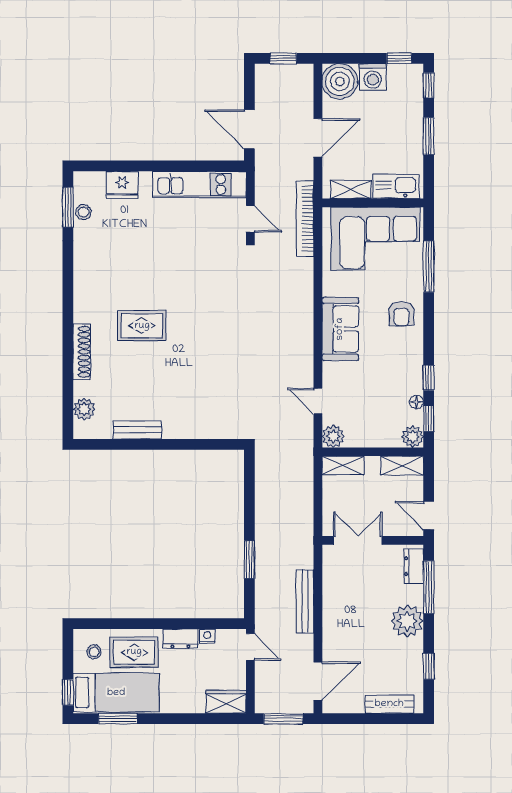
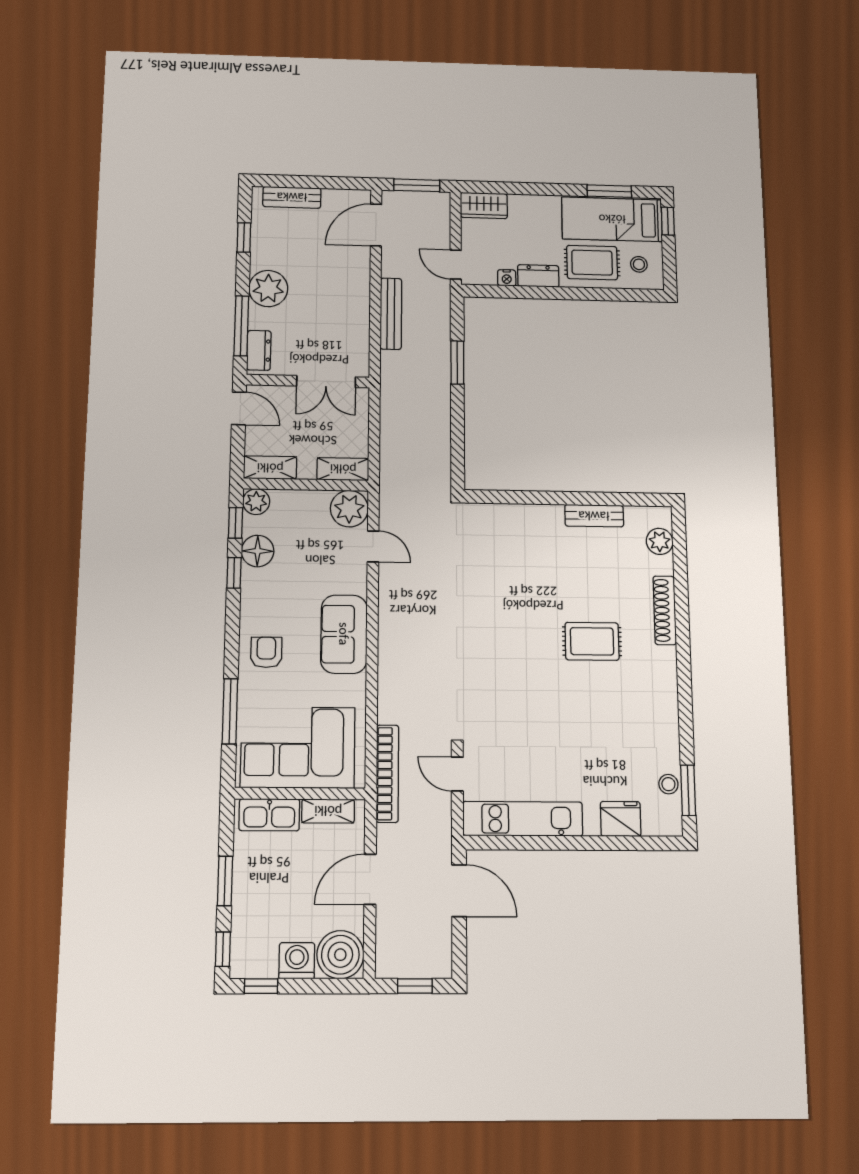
floor lamp: (416, 402) -> (258, 551), width x1.89, depth x1.89
plant: (333, 436) -> (349, 509), width x1.36, depth x1.36

